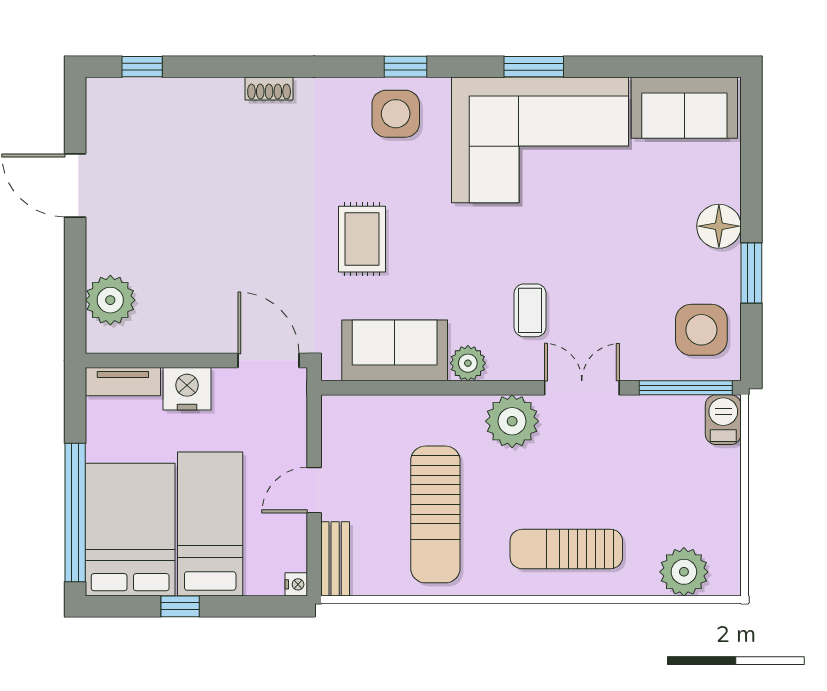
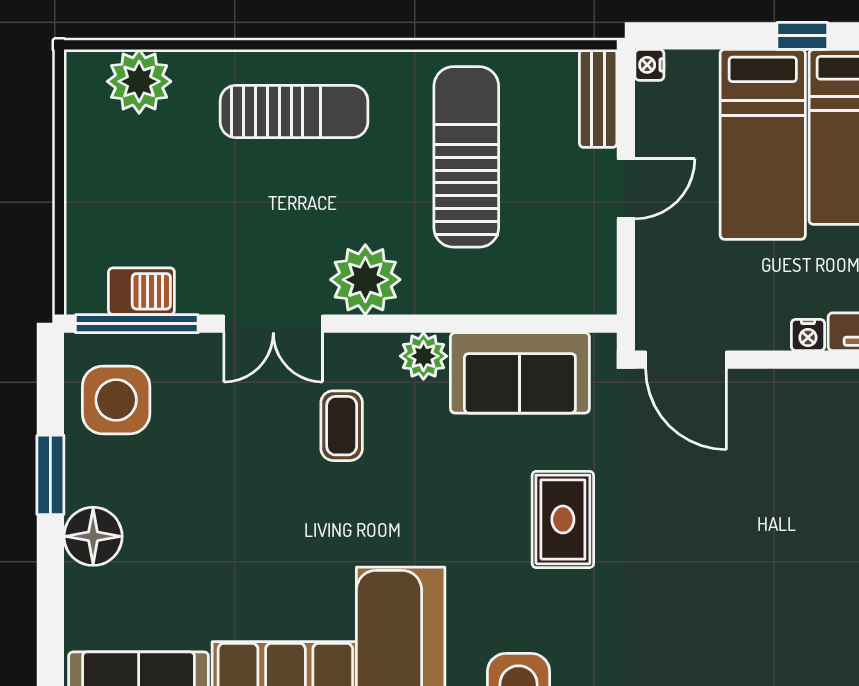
nightstand: (187, 389) -> (808, 335), width x0.53, depth x0.56
barbecue: (723, 420) -> (141, 291), moved, turned -90

